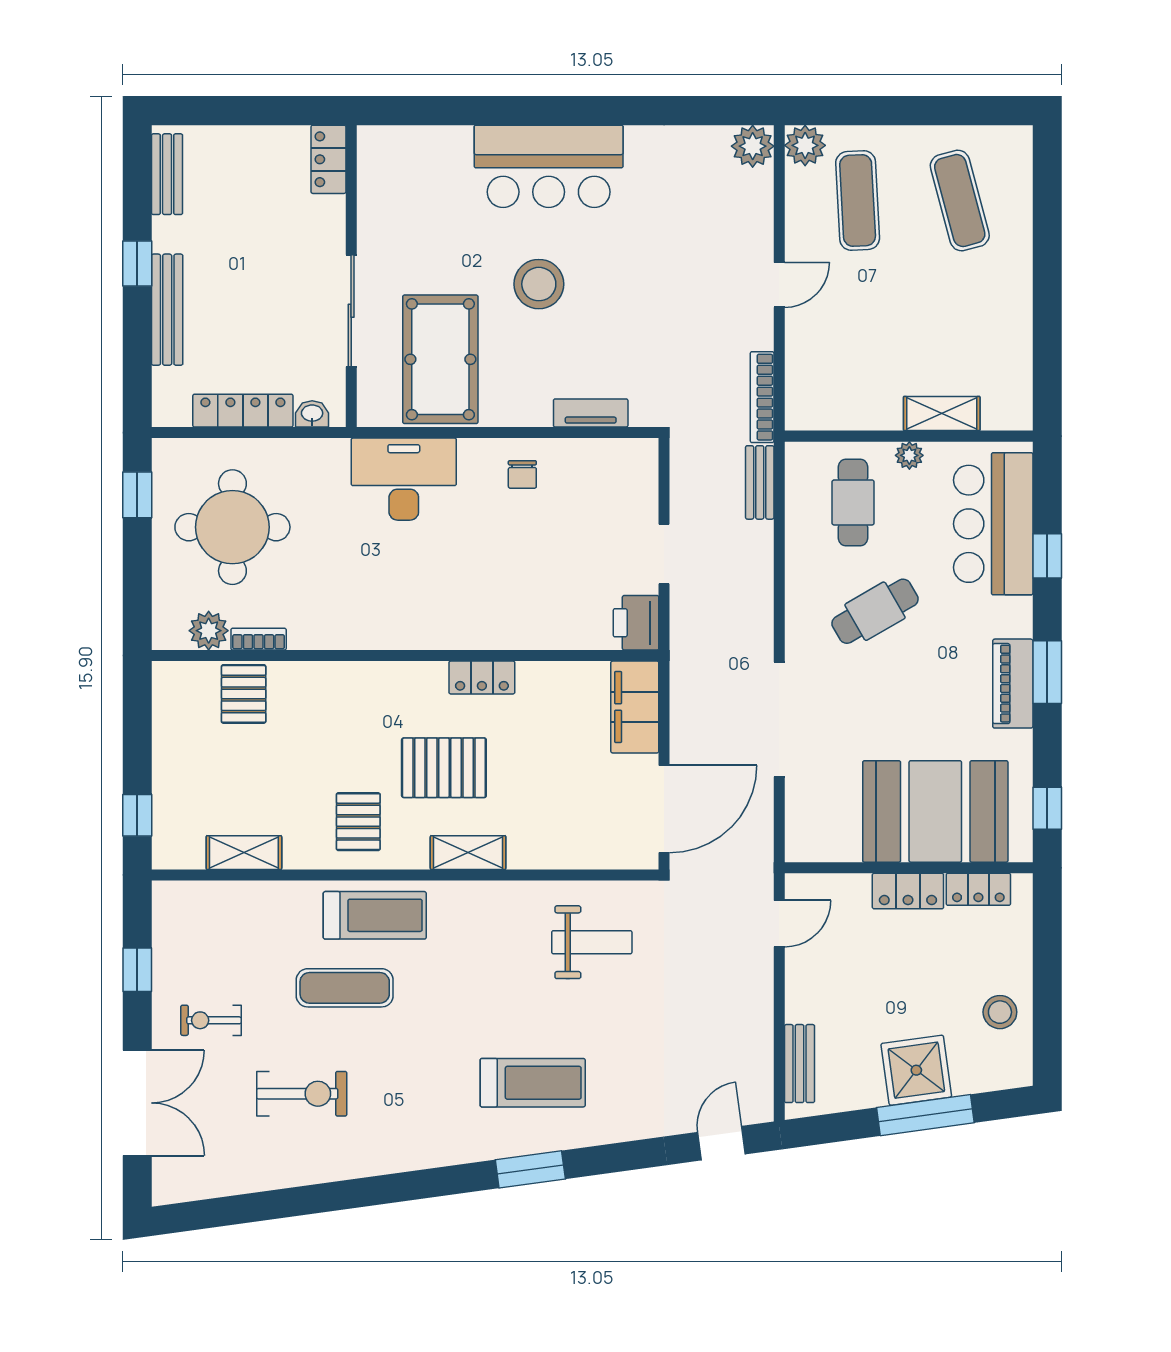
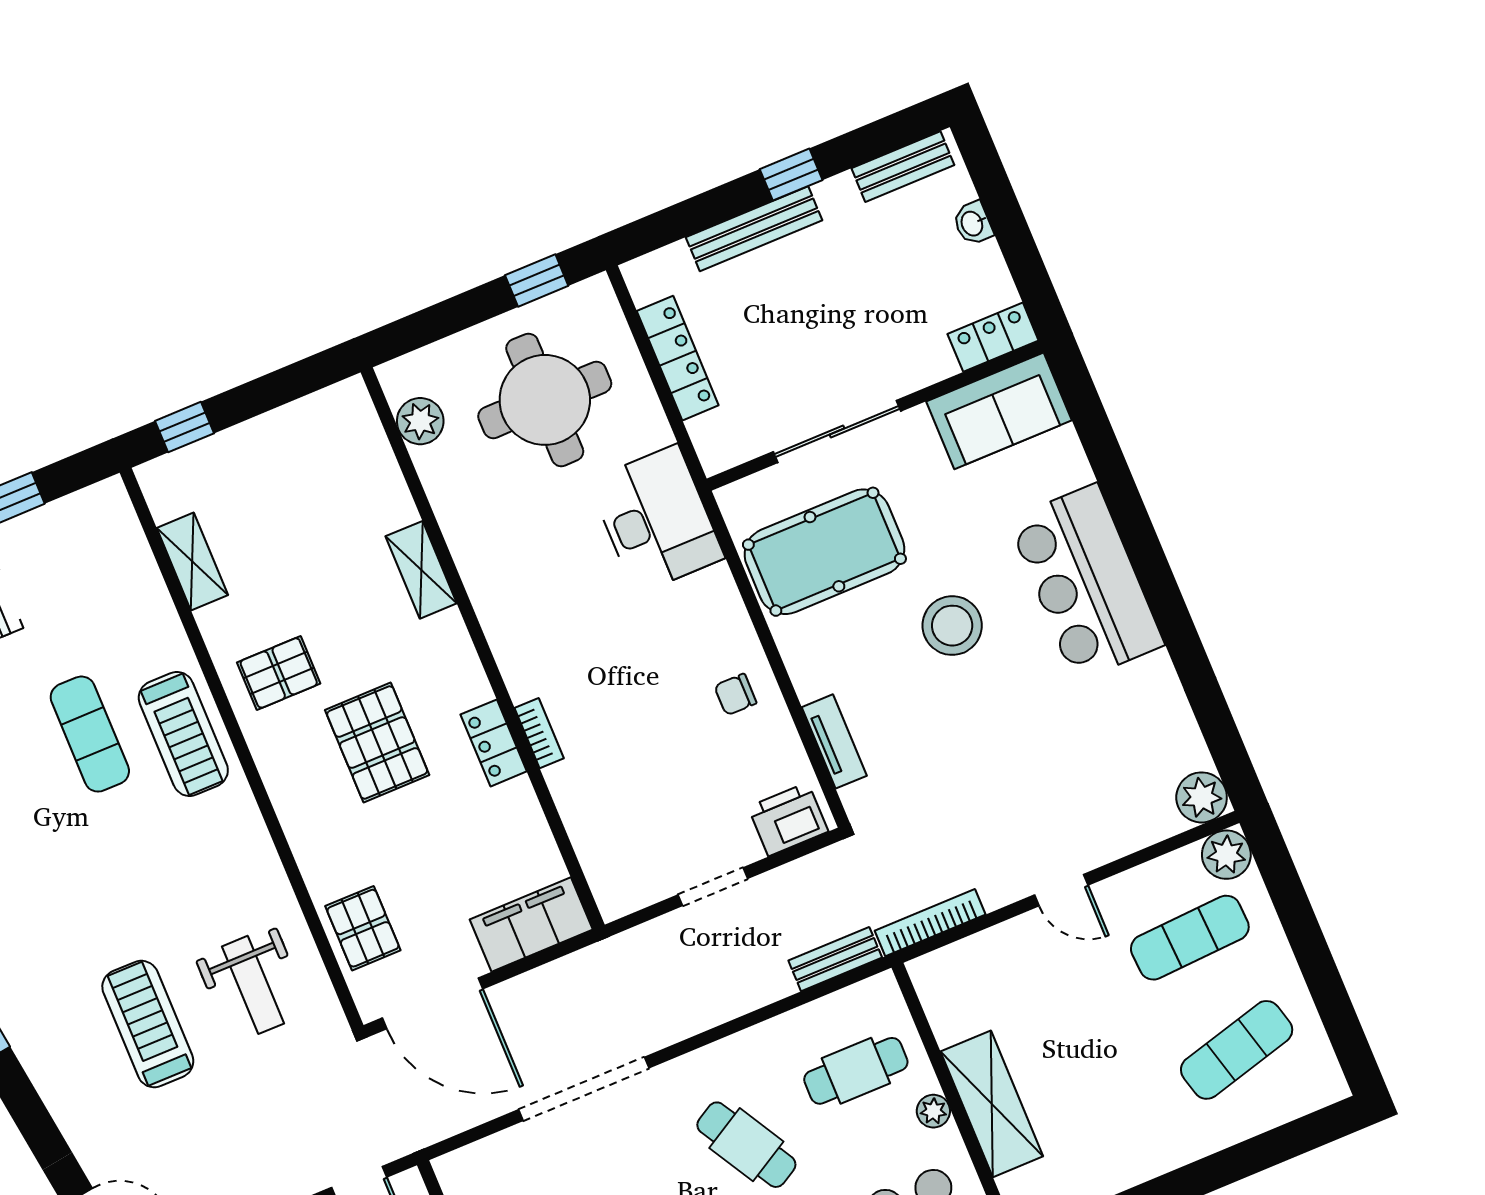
sofa: (388, 178) -> (999, 411), added
washbasin: (312, 414) -> (973, 223), moved, turned 180
shelving: (942, 414) -> (992, 1104), width x1.50, depth x1.33
desk: (404, 479) -> (656, 519), moved
printer: (636, 623) -> (788, 819), moved
bookcase: (259, 639) -> (539, 733), moved
pallet: (244, 694) -> (363, 928), moved, turned 90
shelving: (468, 853) -> (421, 570), moved
treadmill: (533, 1083) -> (148, 1024), moved, turned 180

